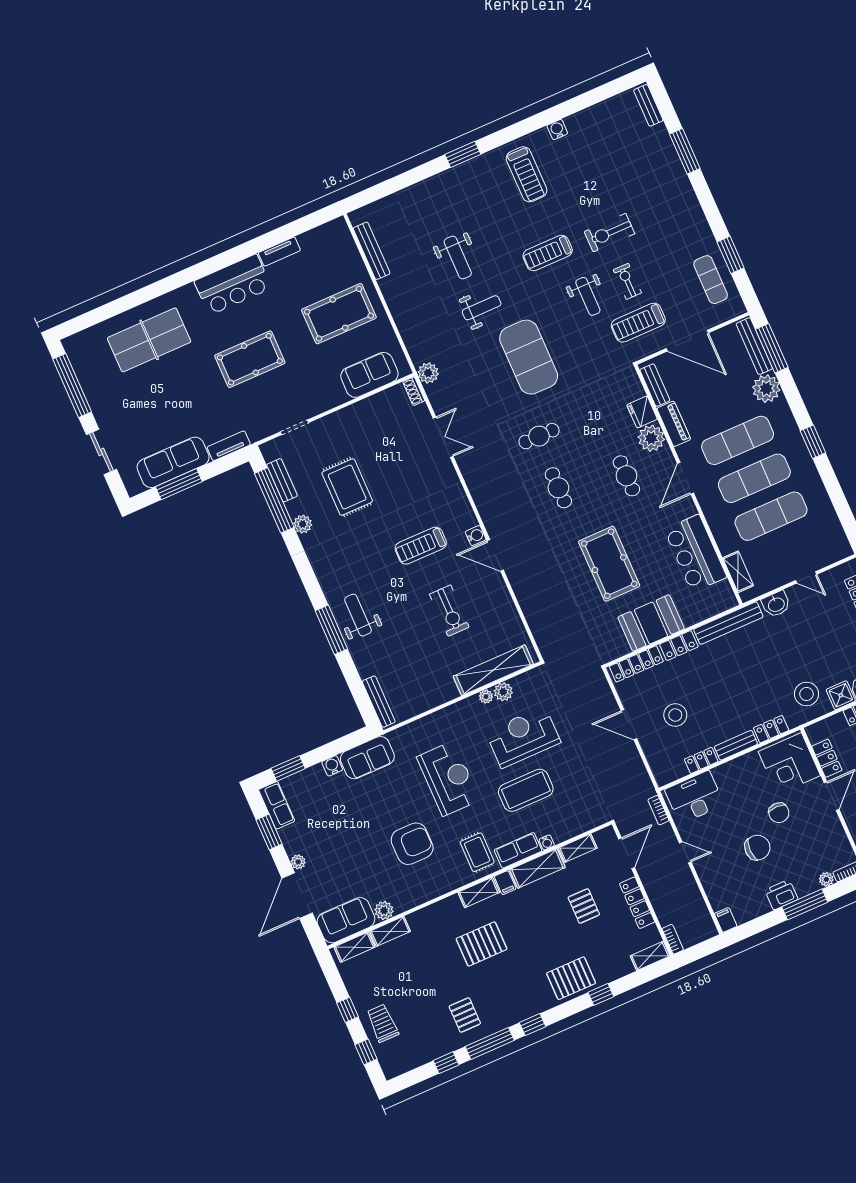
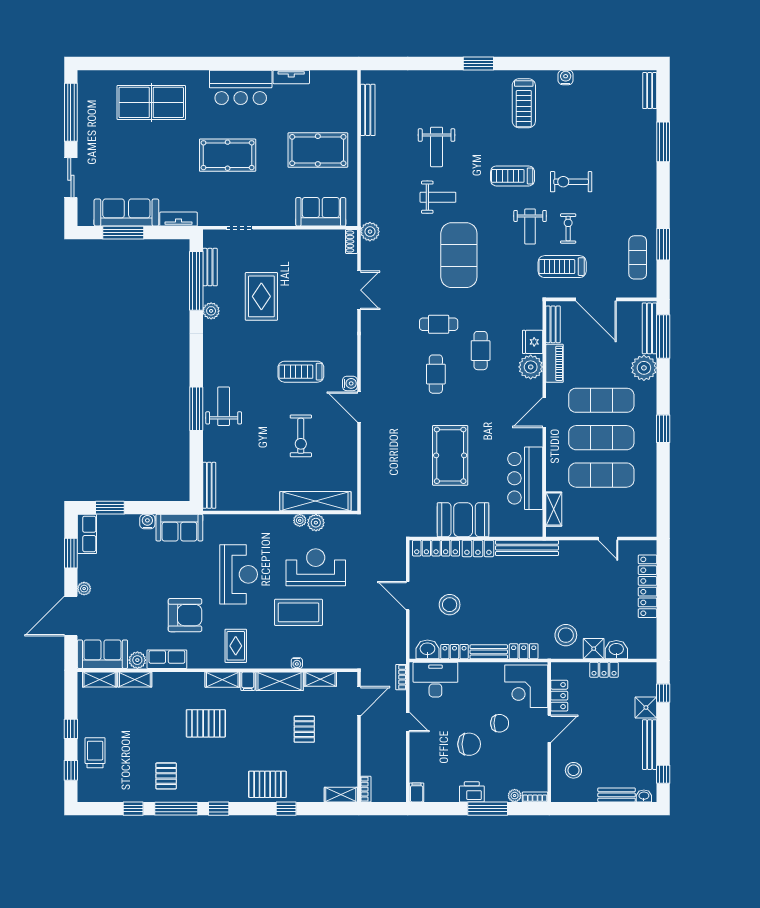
cafe table: (626, 476) -> (481, 351), moved
washbasin: (776, 604) -> (427, 649), moved, turned 180
chair: (779, 813) -> (500, 723), turned -90
row of seats: (518, 850) -> (167, 659), moved
locker: (637, 903) -> (350, 746), removed

